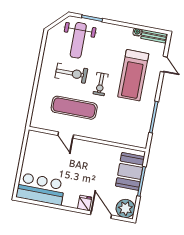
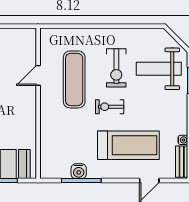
treadmill: (133, 75) -> (128, 145), turned 180
water cooler: (146, 118) -> (79, 171), added

